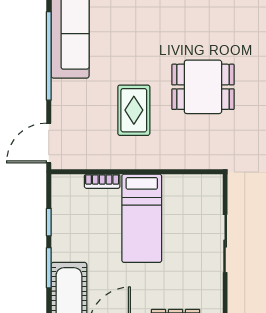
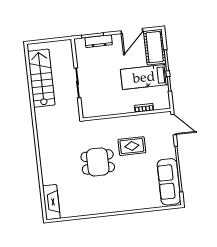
rug: (134, 110) -> (132, 146), turned 90
door: (49, 143) -> (174, 124), hinge flipped
bed: (142, 218) -> (144, 77), moved, turned -90

